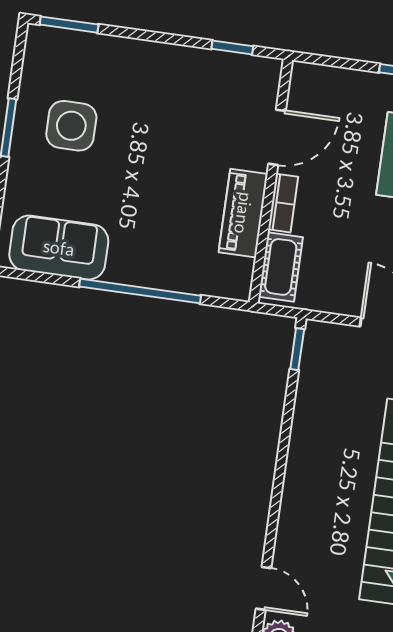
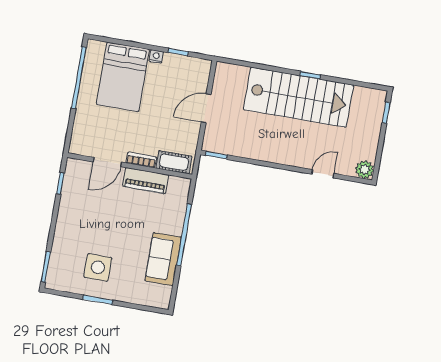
door: (277, 137) -> (107, 162), swing flipped
sofa: (59, 248) -> (163, 259), moved
door: (264, 588) -> (323, 174), moved

